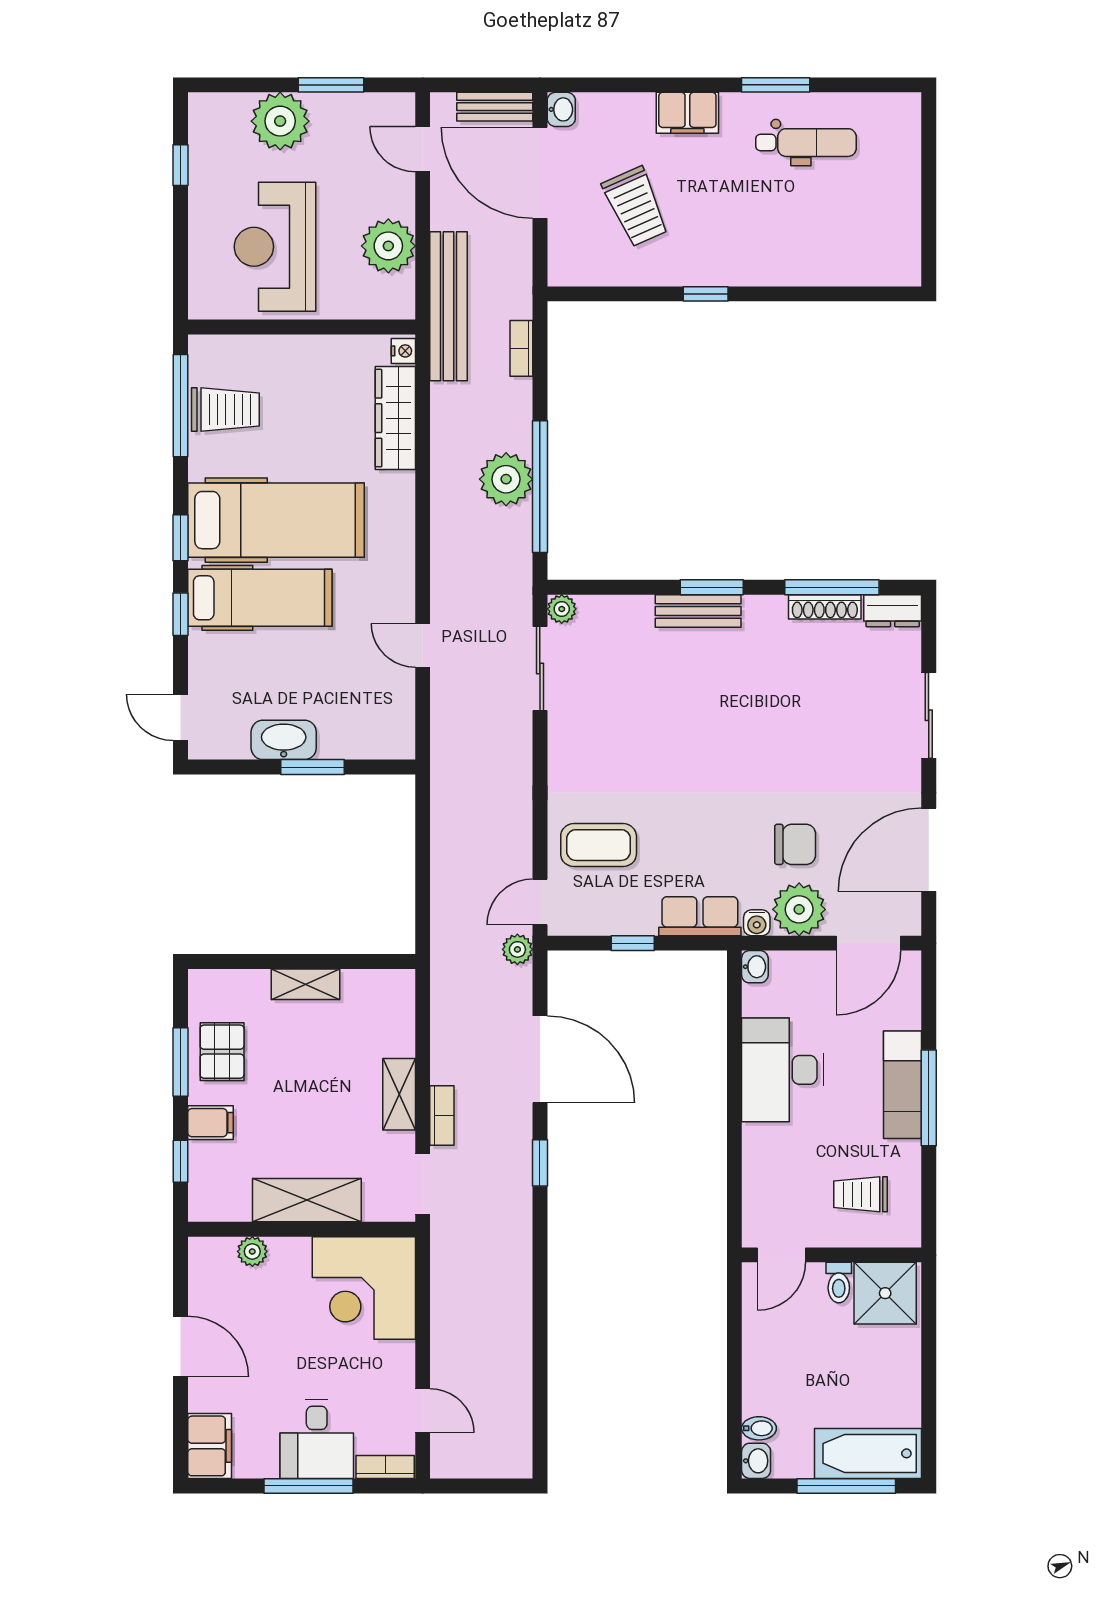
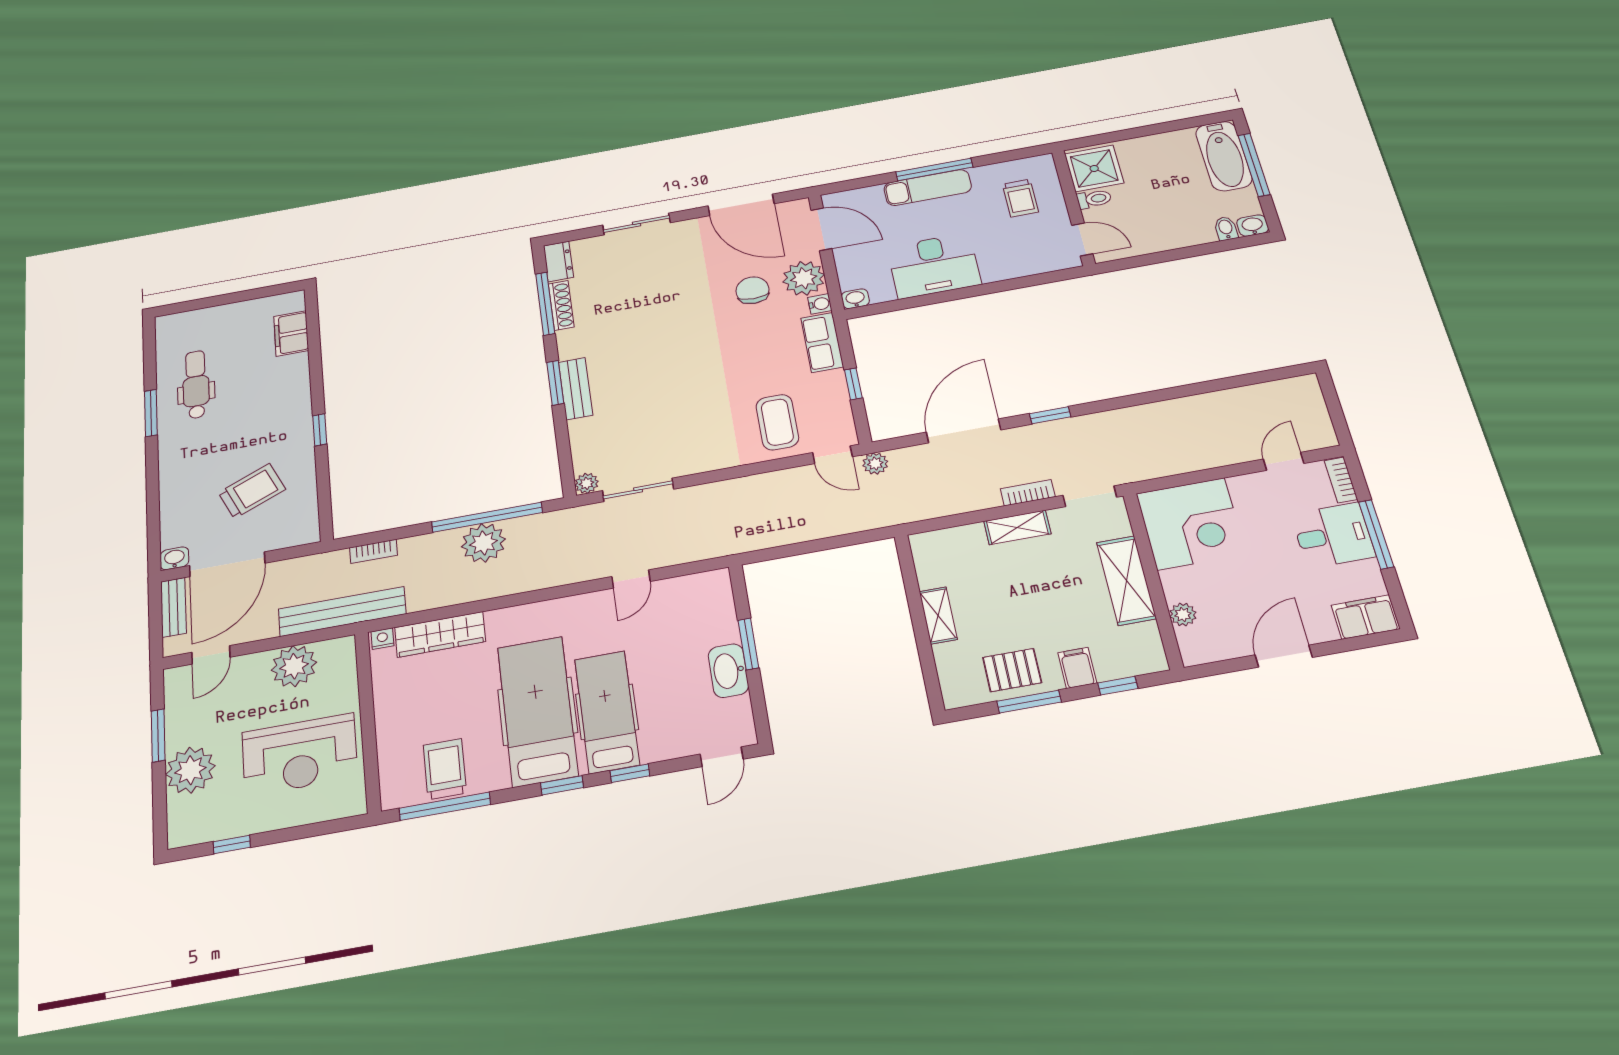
filing cabinet: (687, 113) -> (291, 333), moved, turned 180

